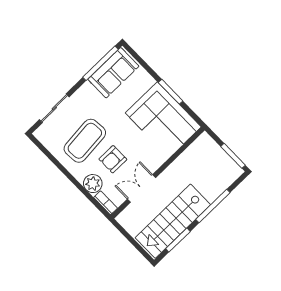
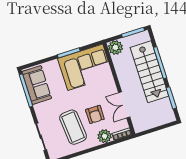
plant: (205, 144) -> (115, 47), added
stairs: (173, 221) -> (150, 72), moved

